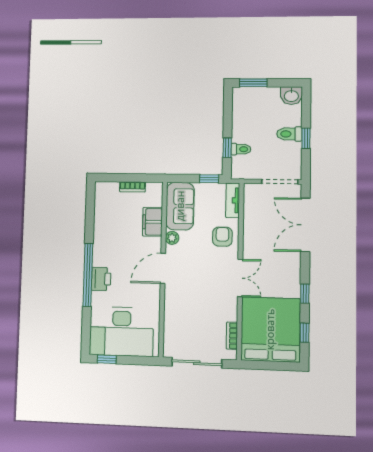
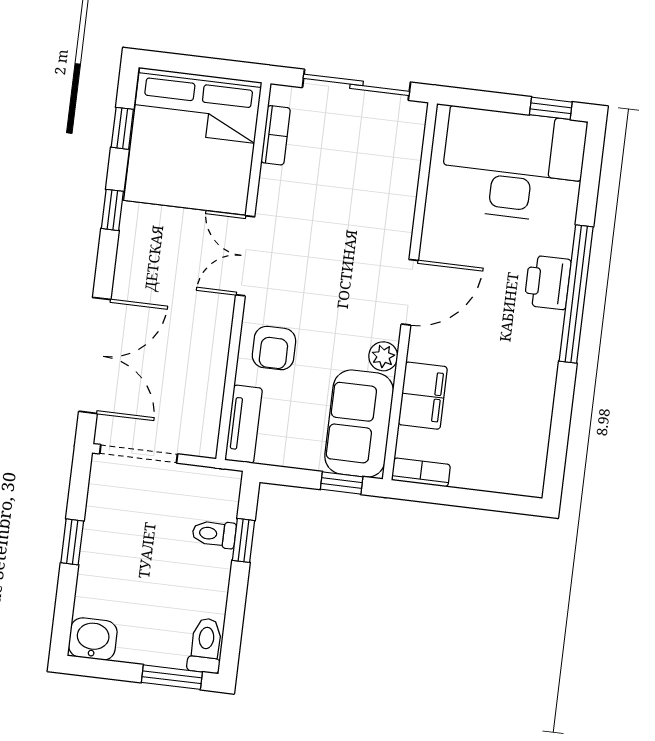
toilet: (289, 134) -> (206, 646), moved, turned -90
window: (209, 179) -> (342, 483), moved
bookcase: (132, 187) -> (421, 472), moved

